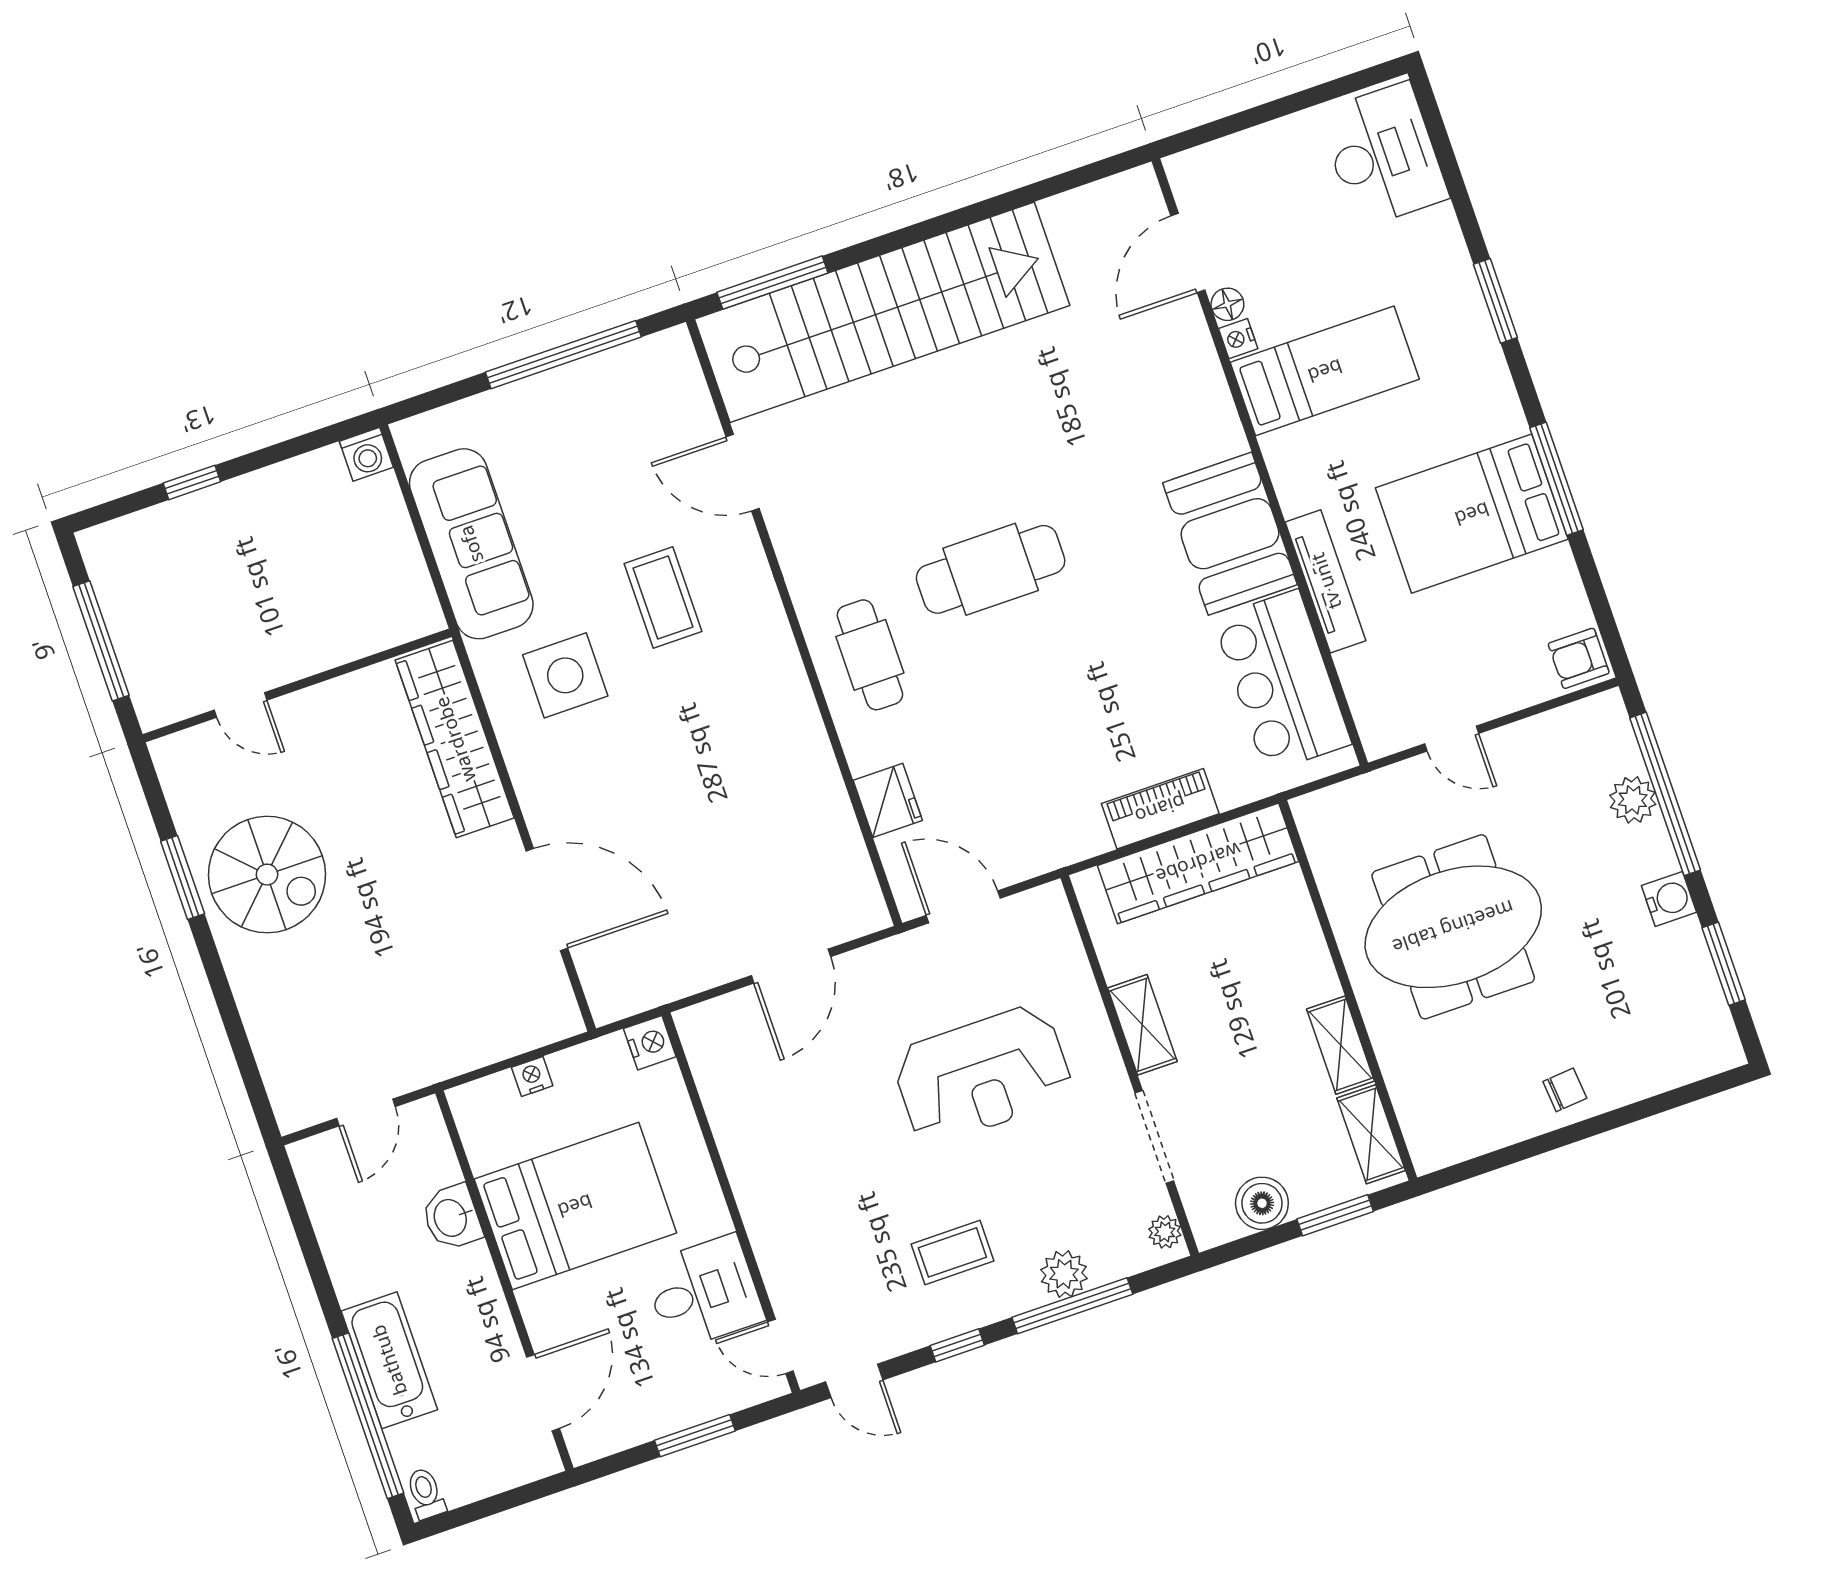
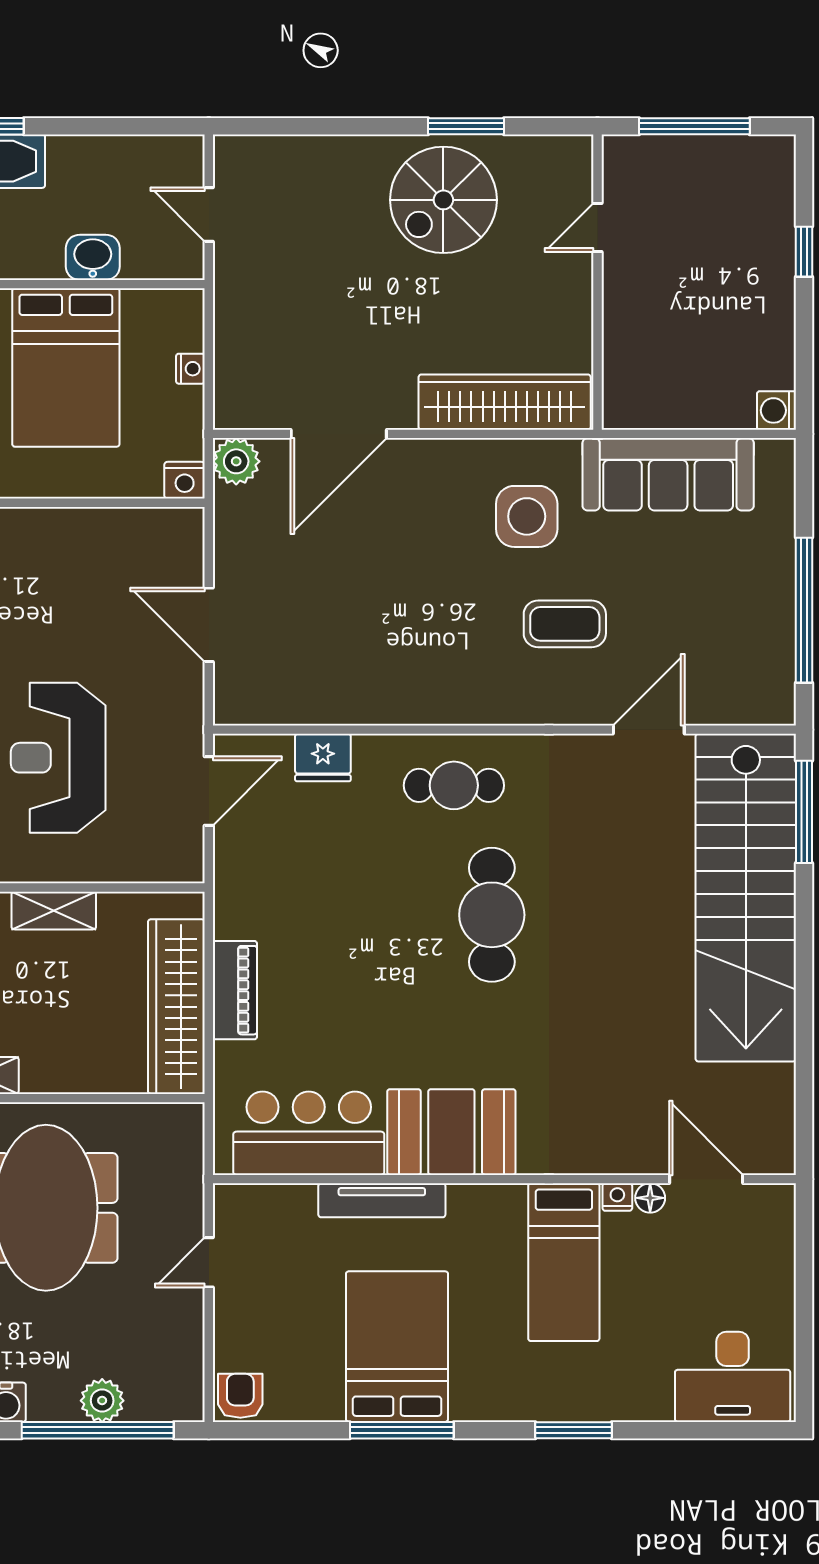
plant: (612, 996) -> (236, 461), added

